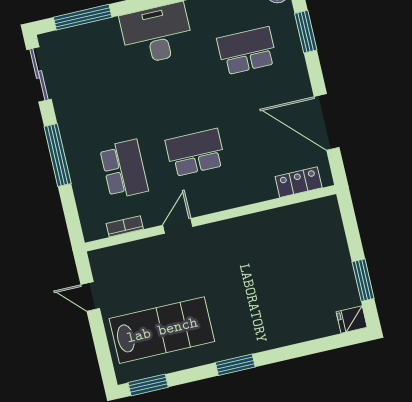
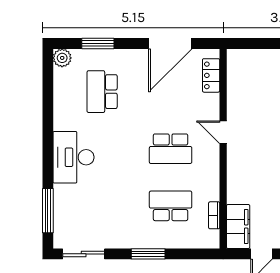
school desk: (195, 153) -> (171, 149), turned -90
window: (58, 155) -> (148, 254), width x0.69
door: (178, 226) -> (223, 132), moved
filing cabinet: (118, 259) -> (238, 226), added

